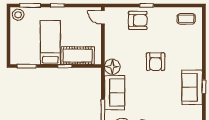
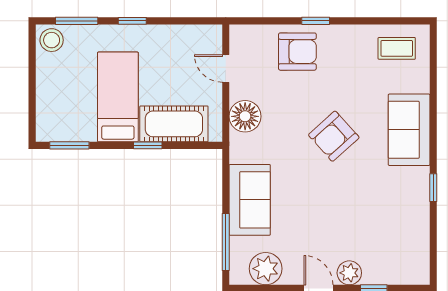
door: (103, 17) -> (226, 68), moved
armchair: (155, 62) -> (334, 136), turned 48
floor lamp: (112, 67) -> (245, 116), moved
sofa: (192, 87) -> (409, 130), moved

